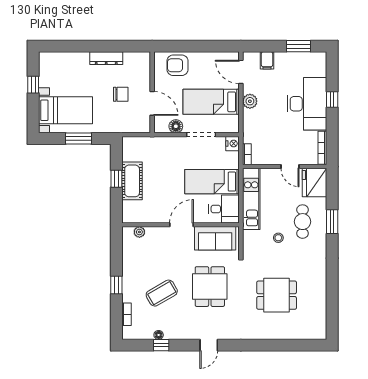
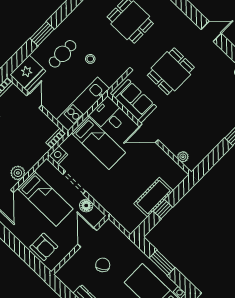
chair: (121, 94) -> (103, 265), turned 52
coffee table: (162, 293) -> (209, 99), removed

